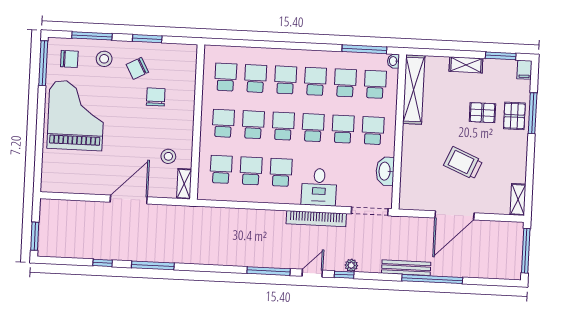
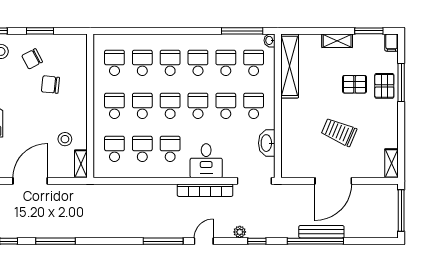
chair: (156, 97) -> (50, 85), turned -84
bench: (406, 268) -> (321, 232), moved
window: (344, 275) -> (257, 241), moved

